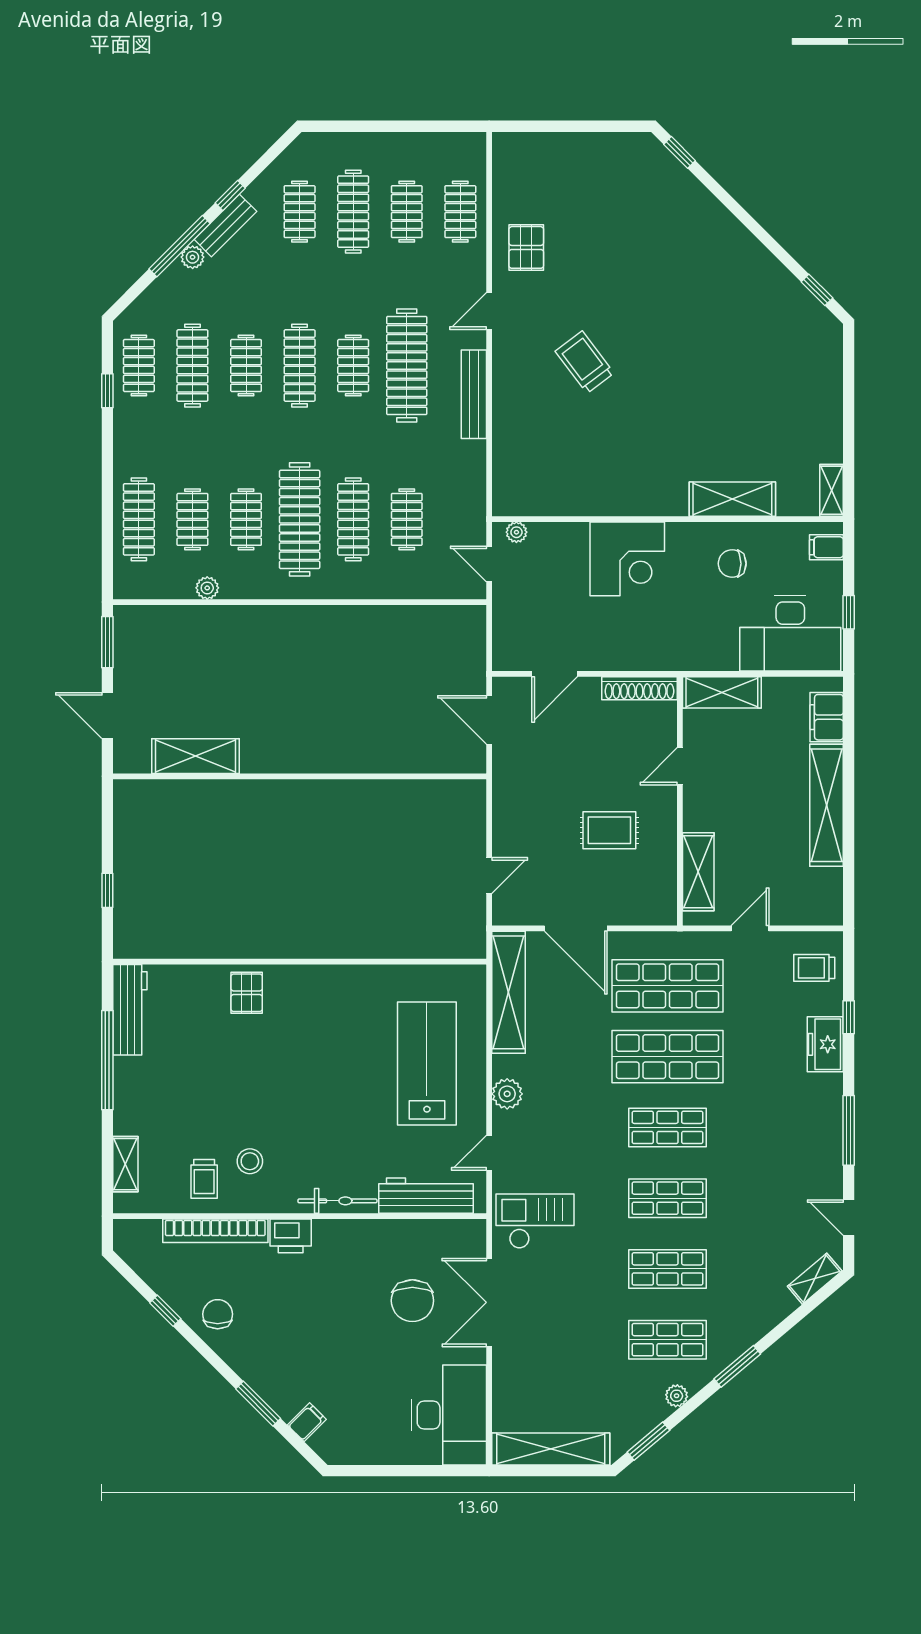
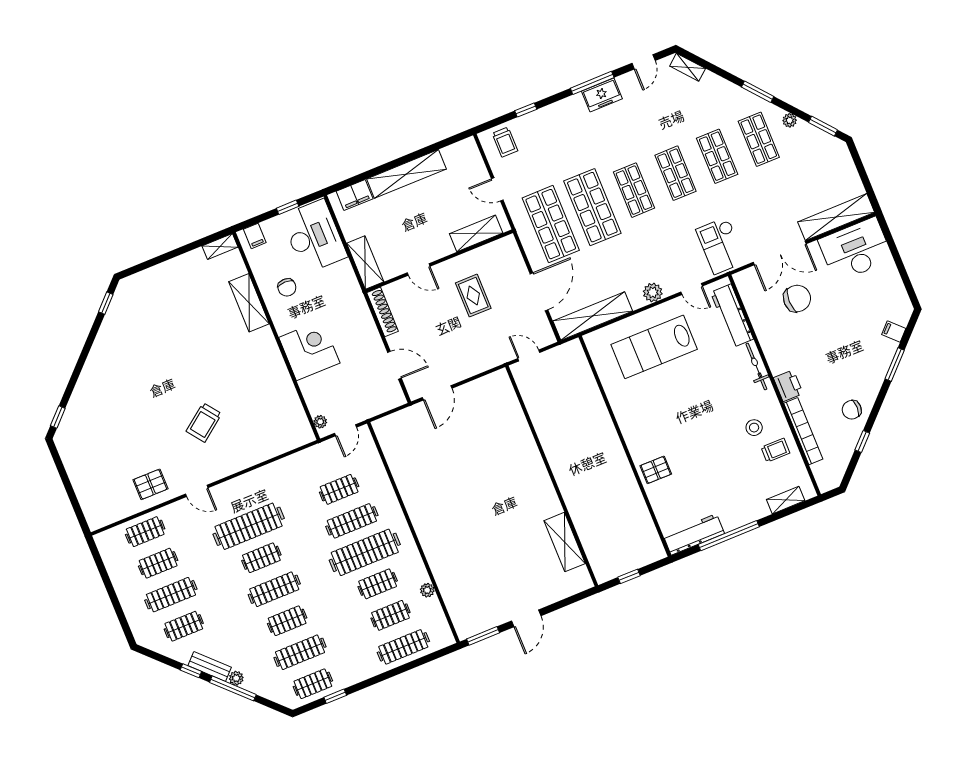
bench: (474, 394) -> (249, 480), removed
shelving: (196, 756) -> (565, 542), moved
wall: (300, 776) -> (552, 476), moved
freezer: (825, 1044) -> (602, 95), moved
shelving: (551, 1449) -> (836, 217), moved, turned 90

